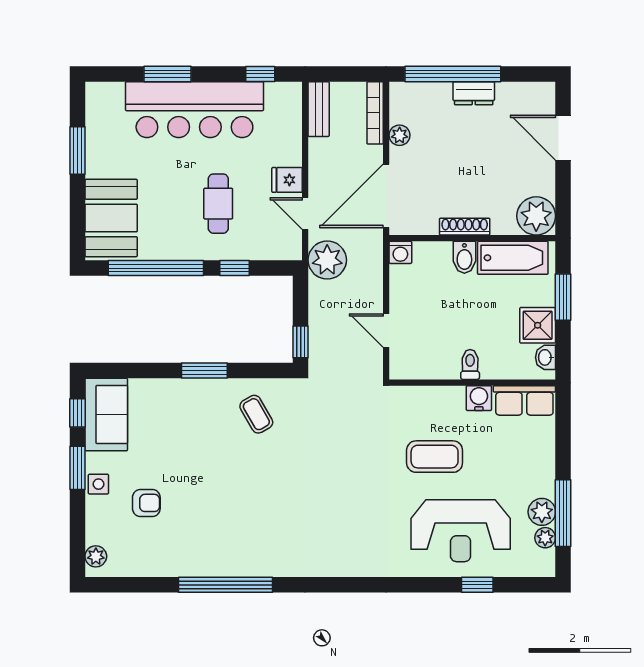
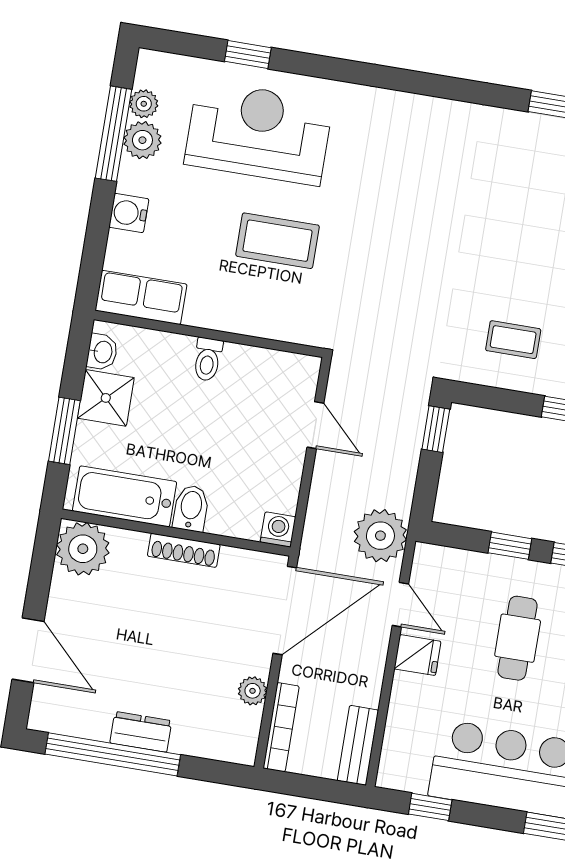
window: (453, 74) -> (113, 754), moved
water cooler: (479, 398) -> (129, 213), moved, turned 90
coffee table: (256, 414) -> (513, 340), turned -60

